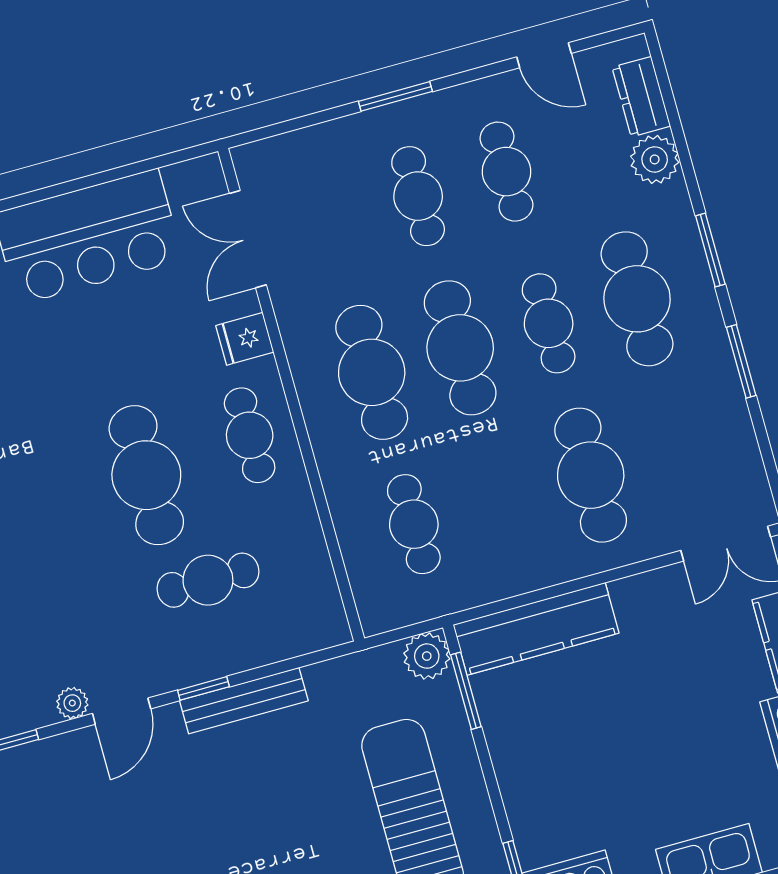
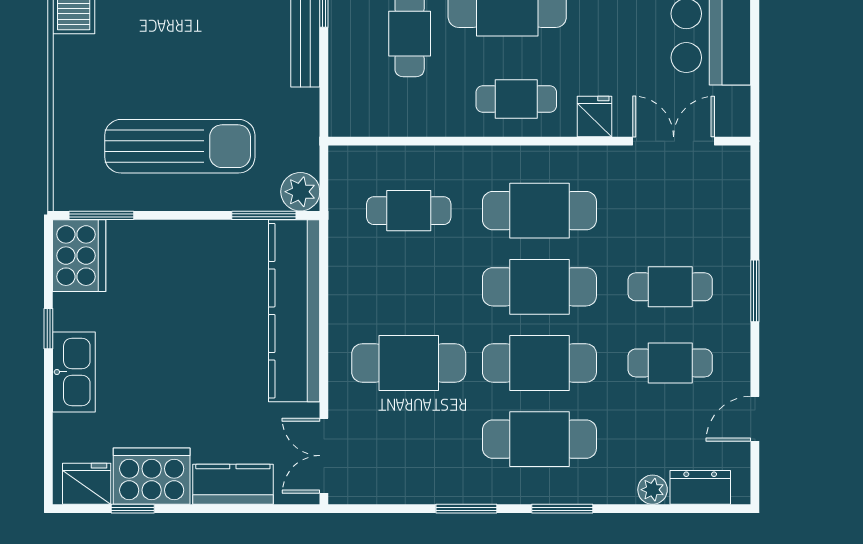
plant: (655, 159) -> (653, 490), width x0.73, depth x0.73
cafe table: (549, 323) -> (539, 363), width x1.37, depth x1.35
kitchen counter: (536, 629) -> (294, 311), width x1.39, depth x1.17

